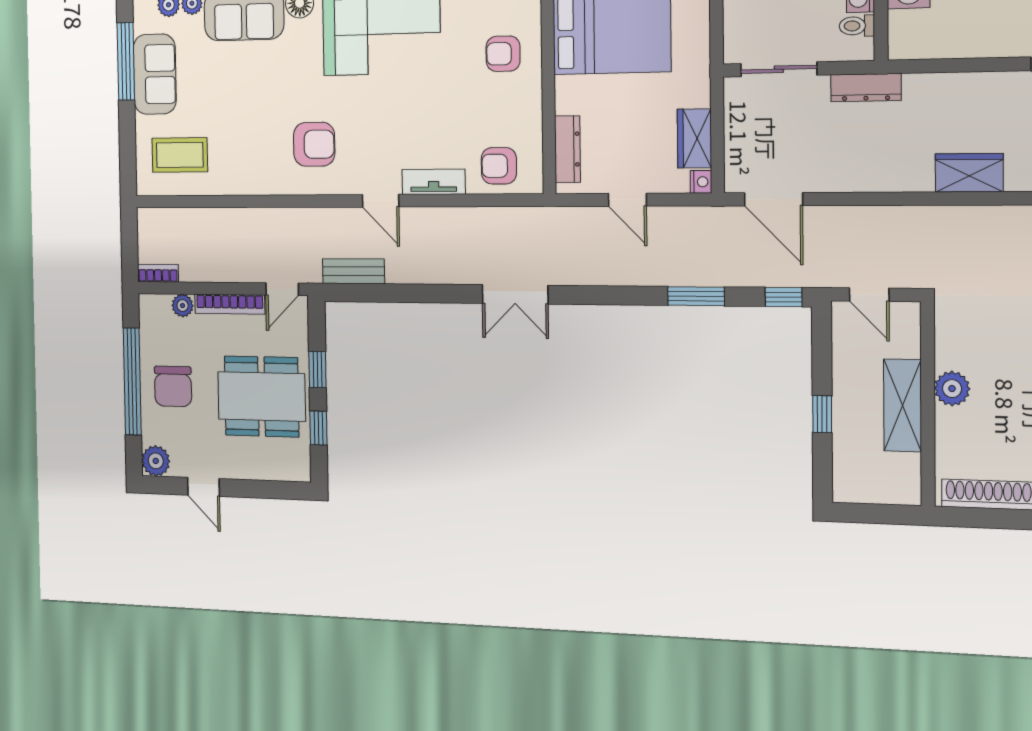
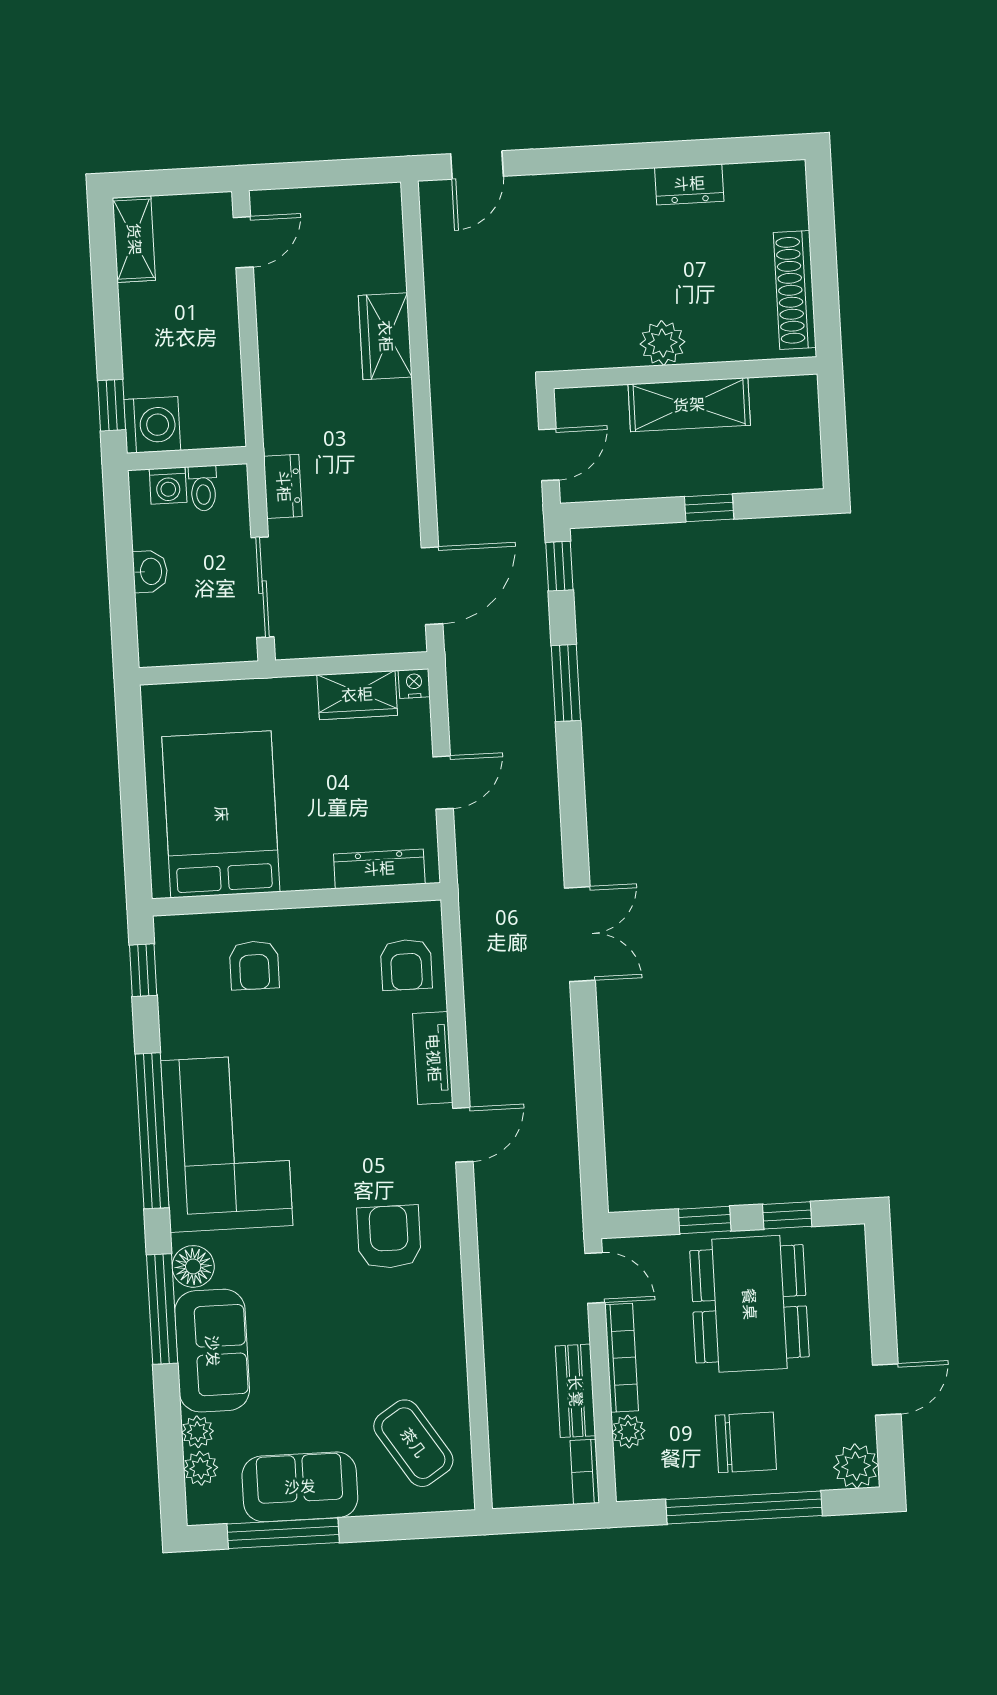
dresser: (866, 87) -> (283, 486), width x0.70
coffee table: (180, 155) -> (413, 1443), turned -33
bench: (353, 271) -> (575, 1391), moved

